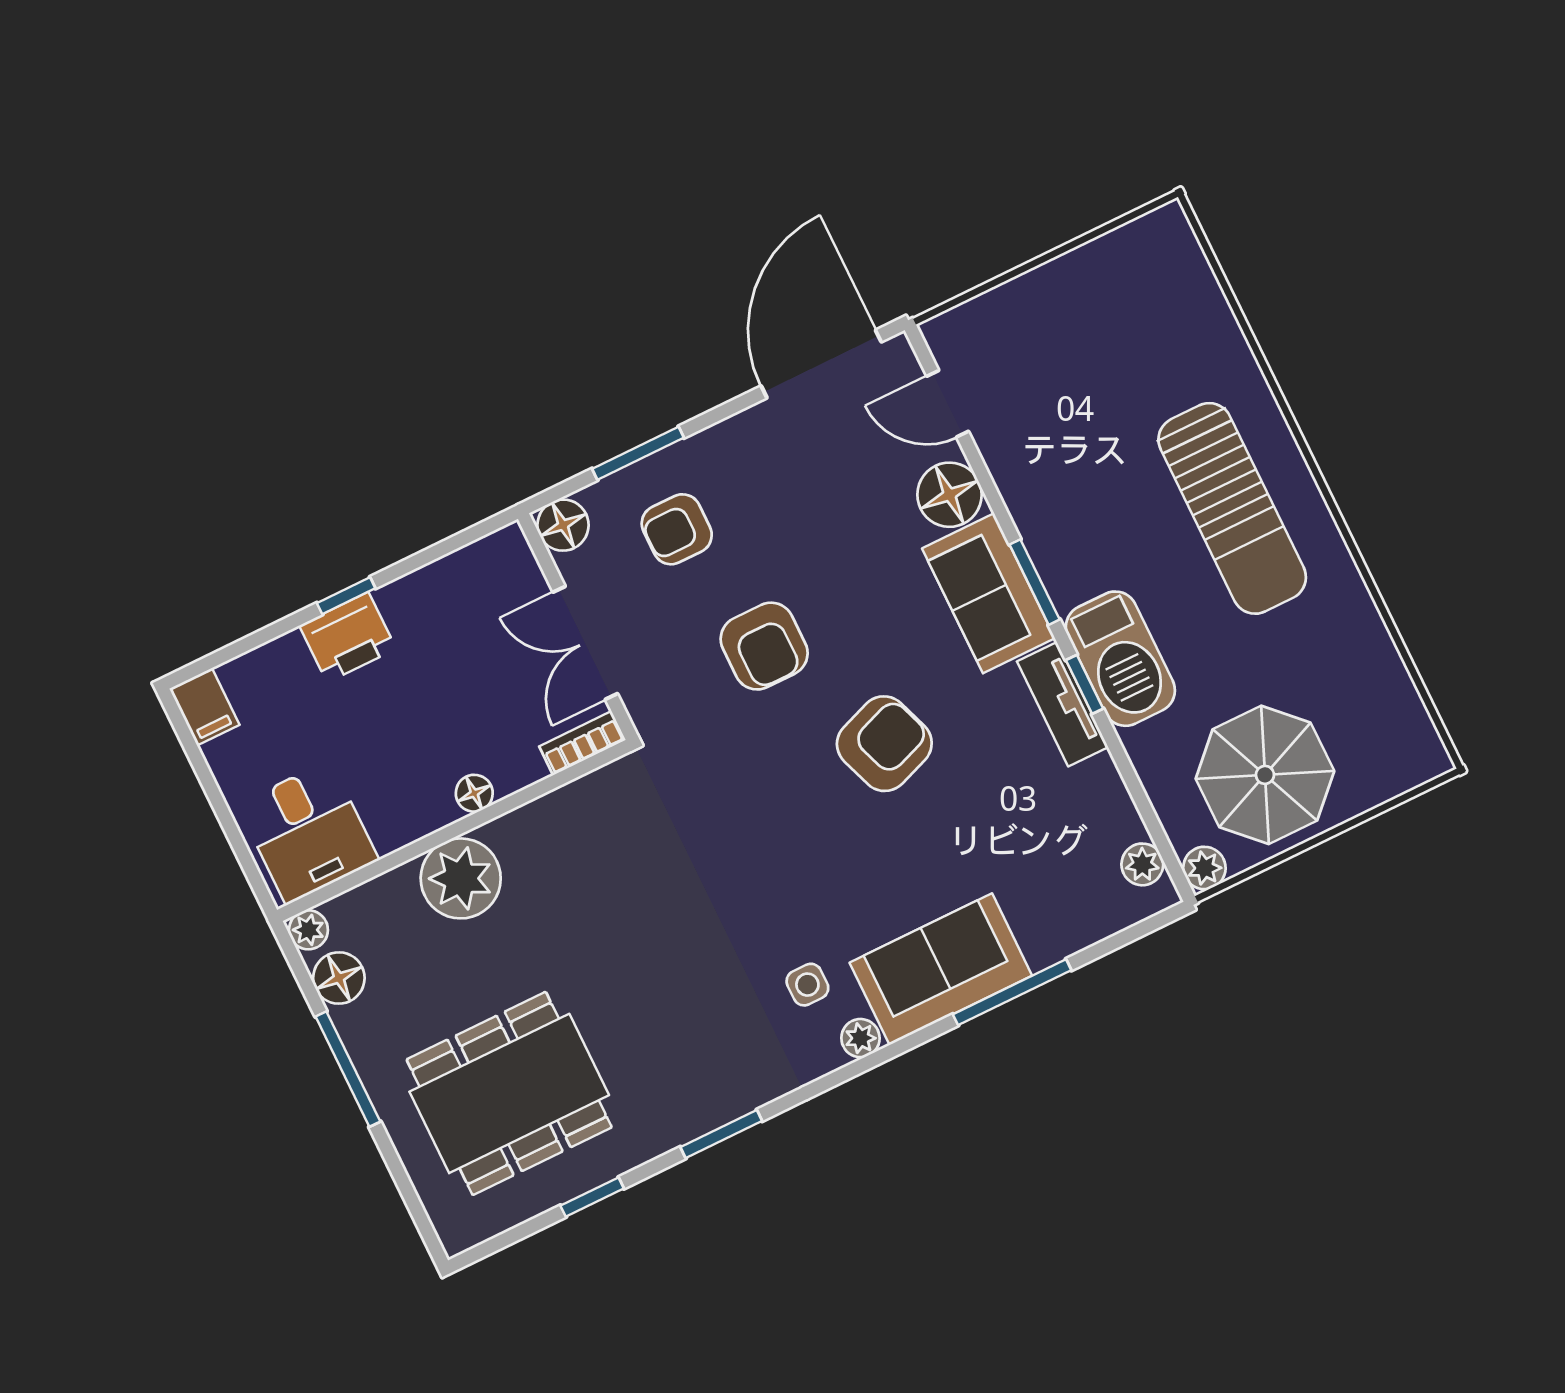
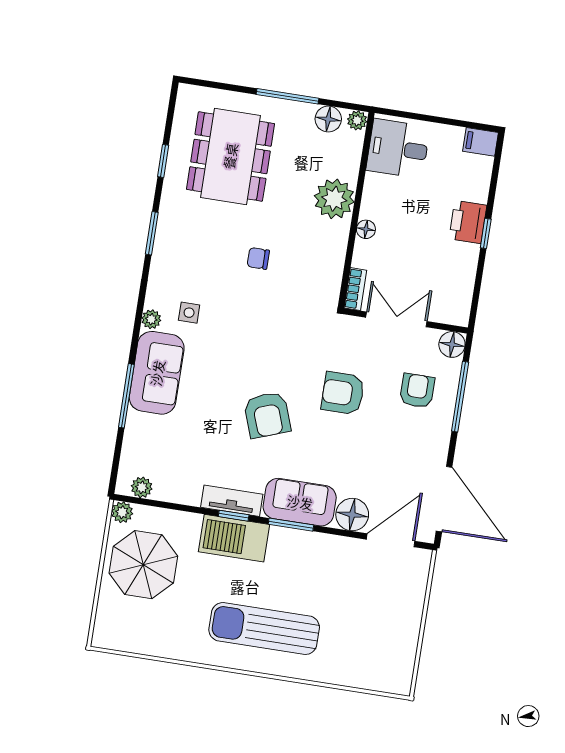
door: (948, 404) -> (391, 540), width x1.38
window: (638, 453) -> (460, 397), width x1.44
chair: (642, 934) -> (258, 258), added

